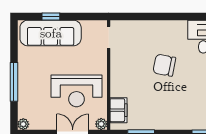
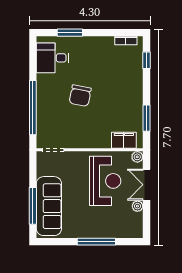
window: (51, 16) -> (33, 206), width x2.17
window: (152, 16) -> (33, 108), added
plant: (23, 124) -> (137, 206), moved

